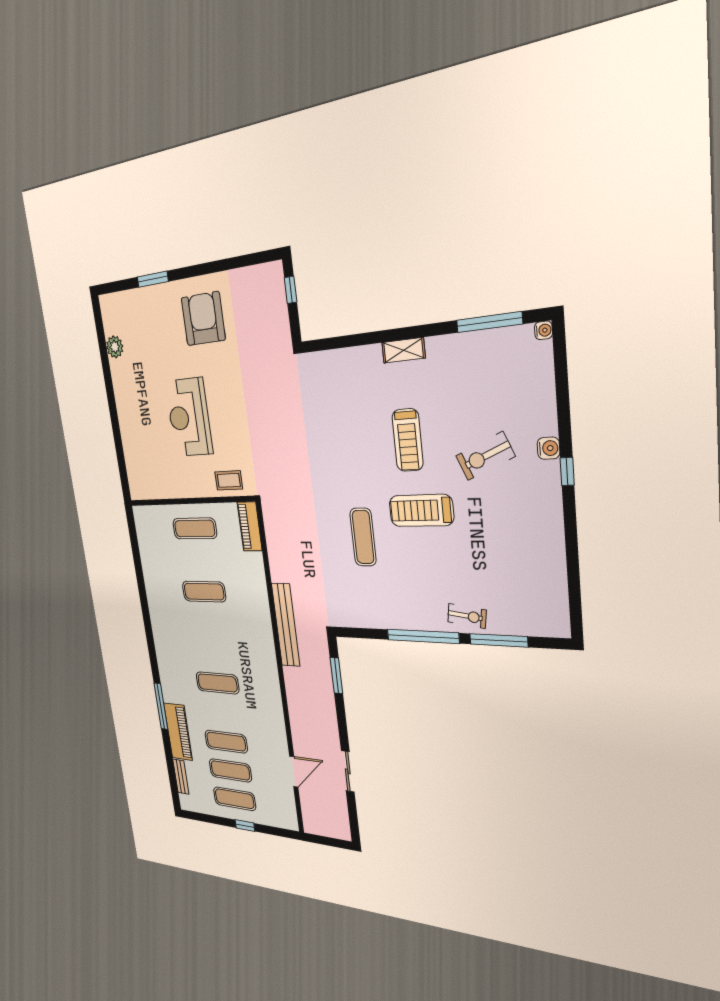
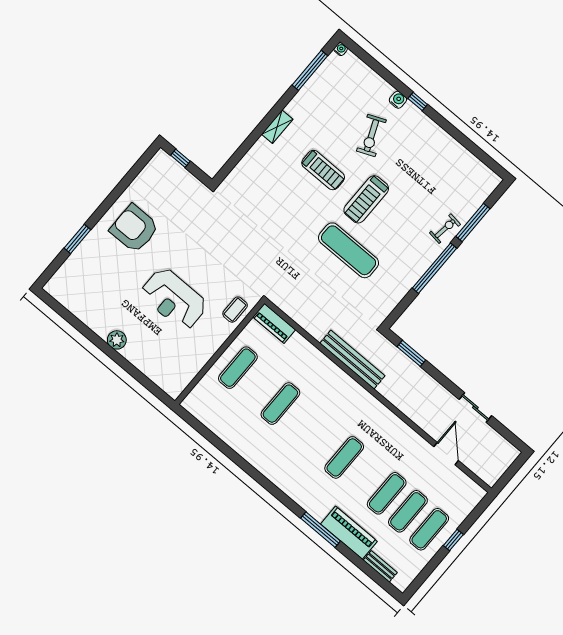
plant: (115, 347) -> (117, 340), moved
exercise mat: (363, 537) -> (349, 250), width x1.36, depth x1.45

